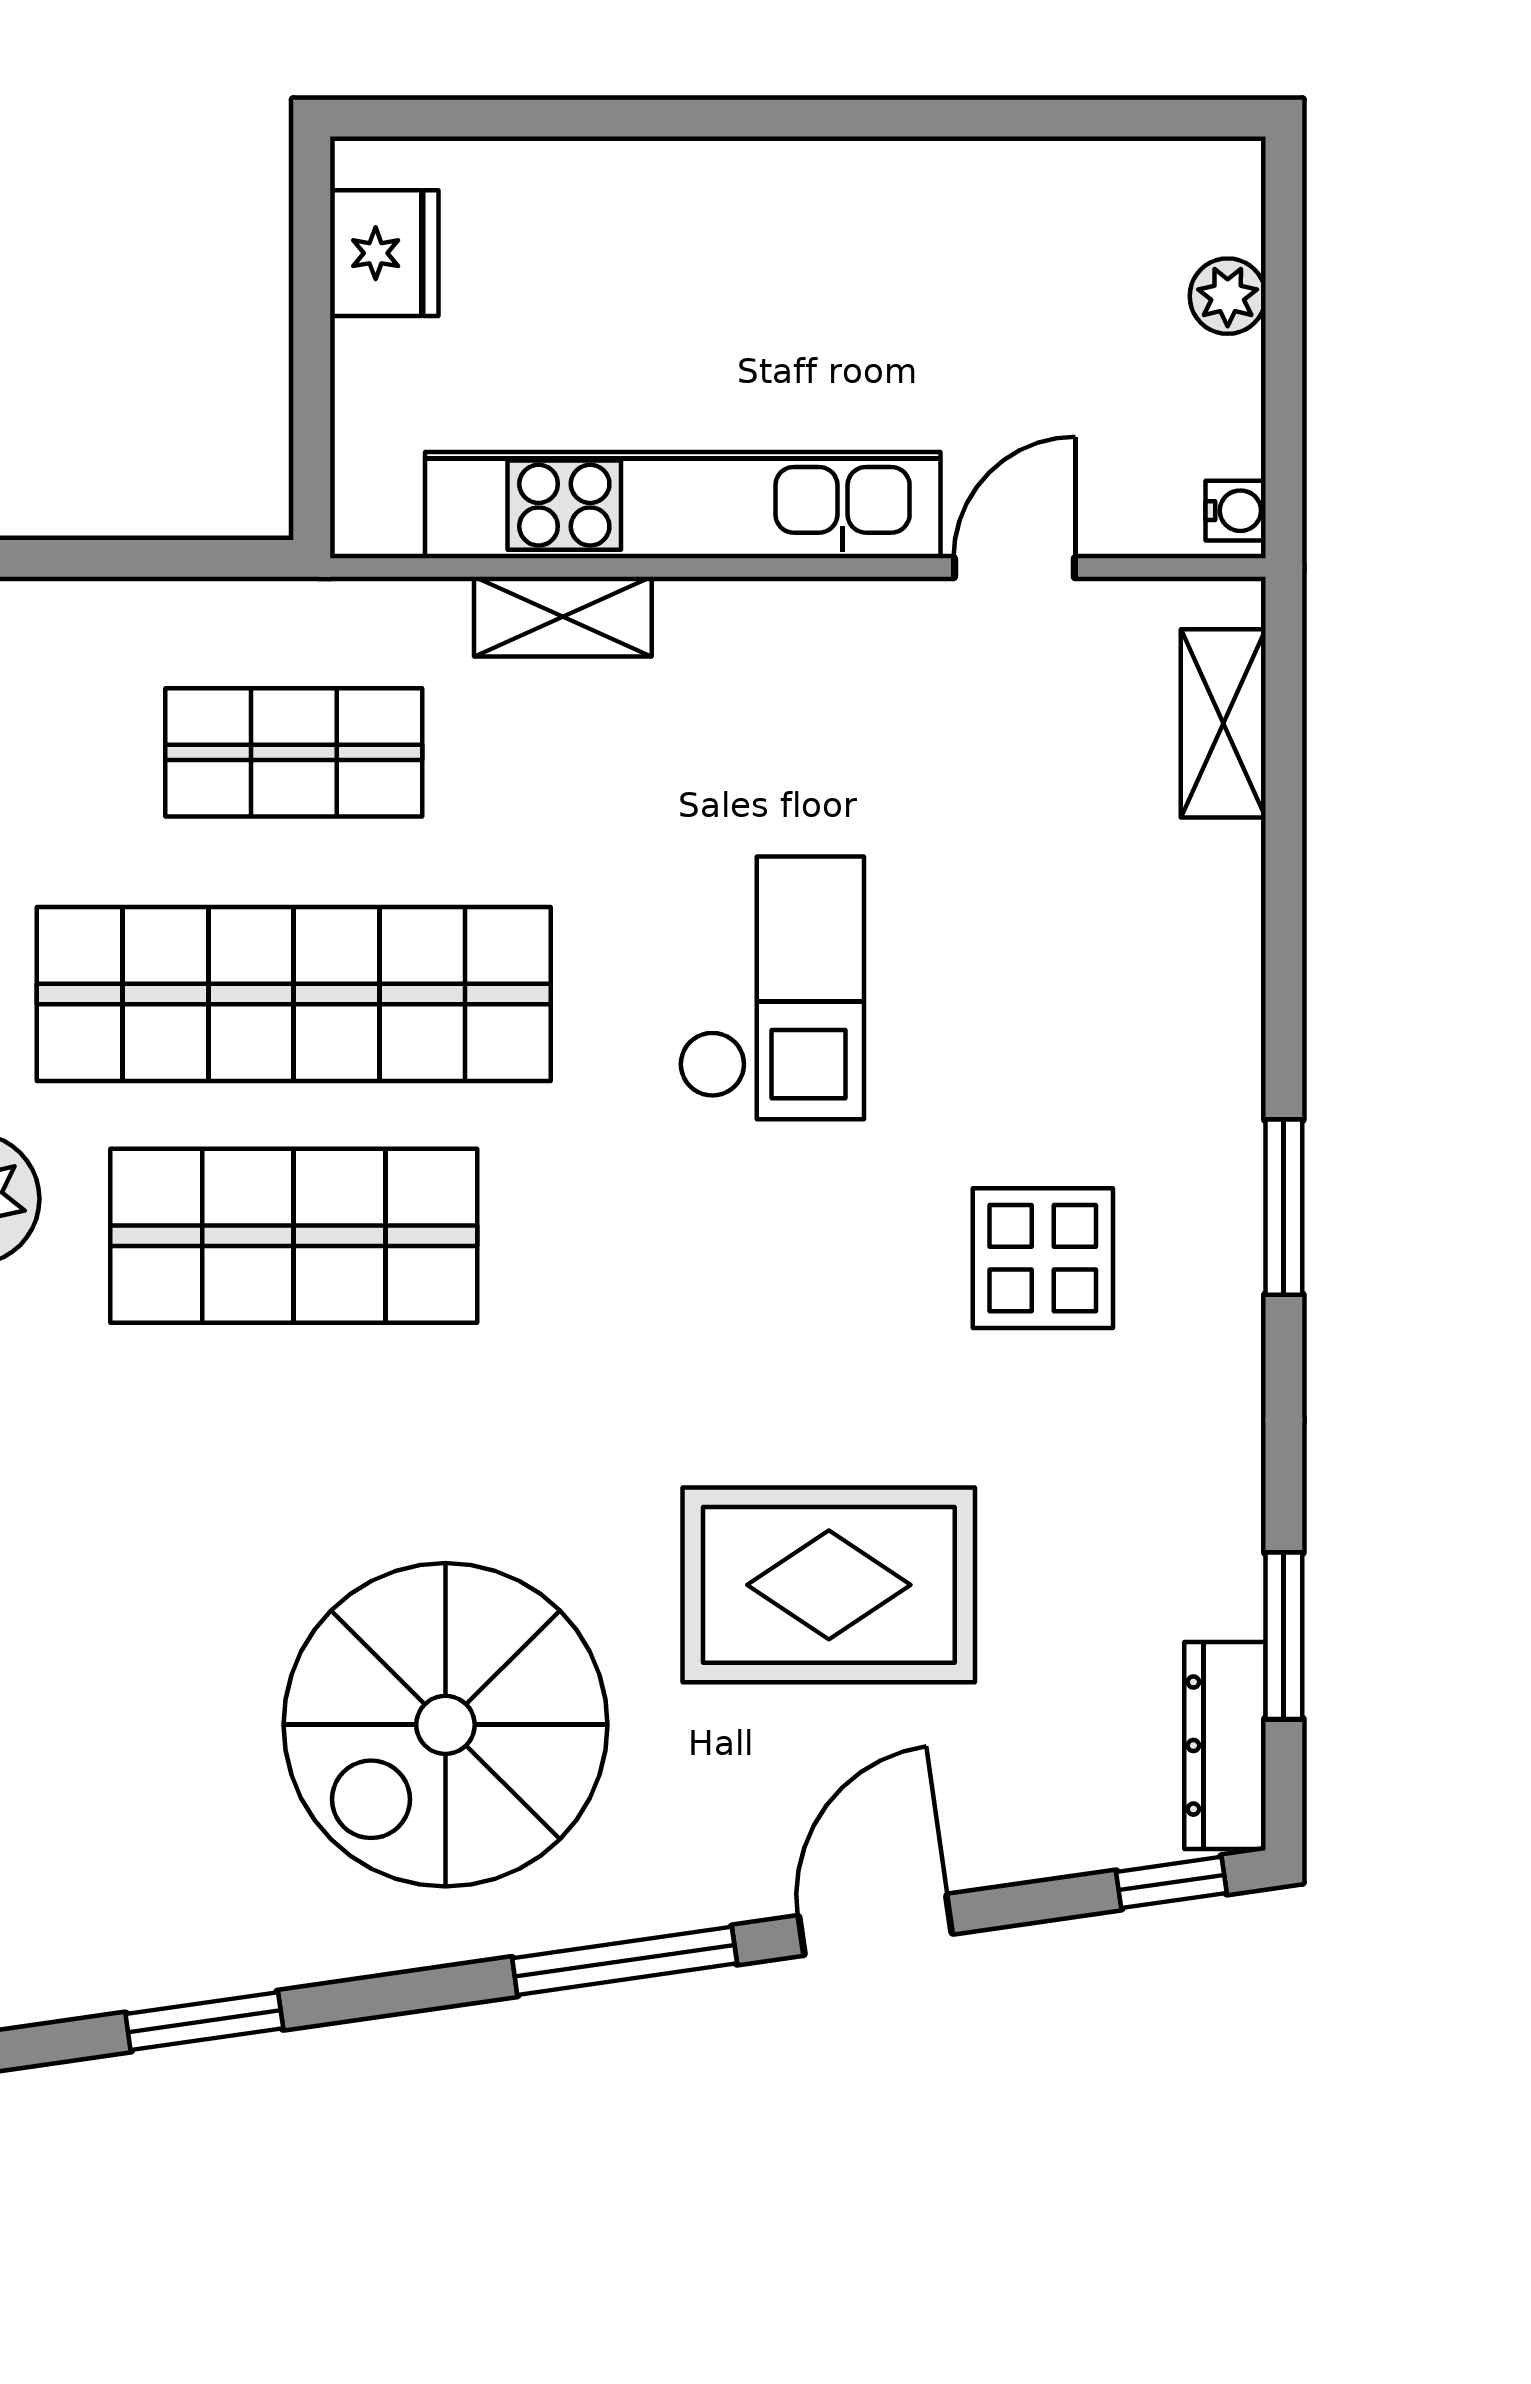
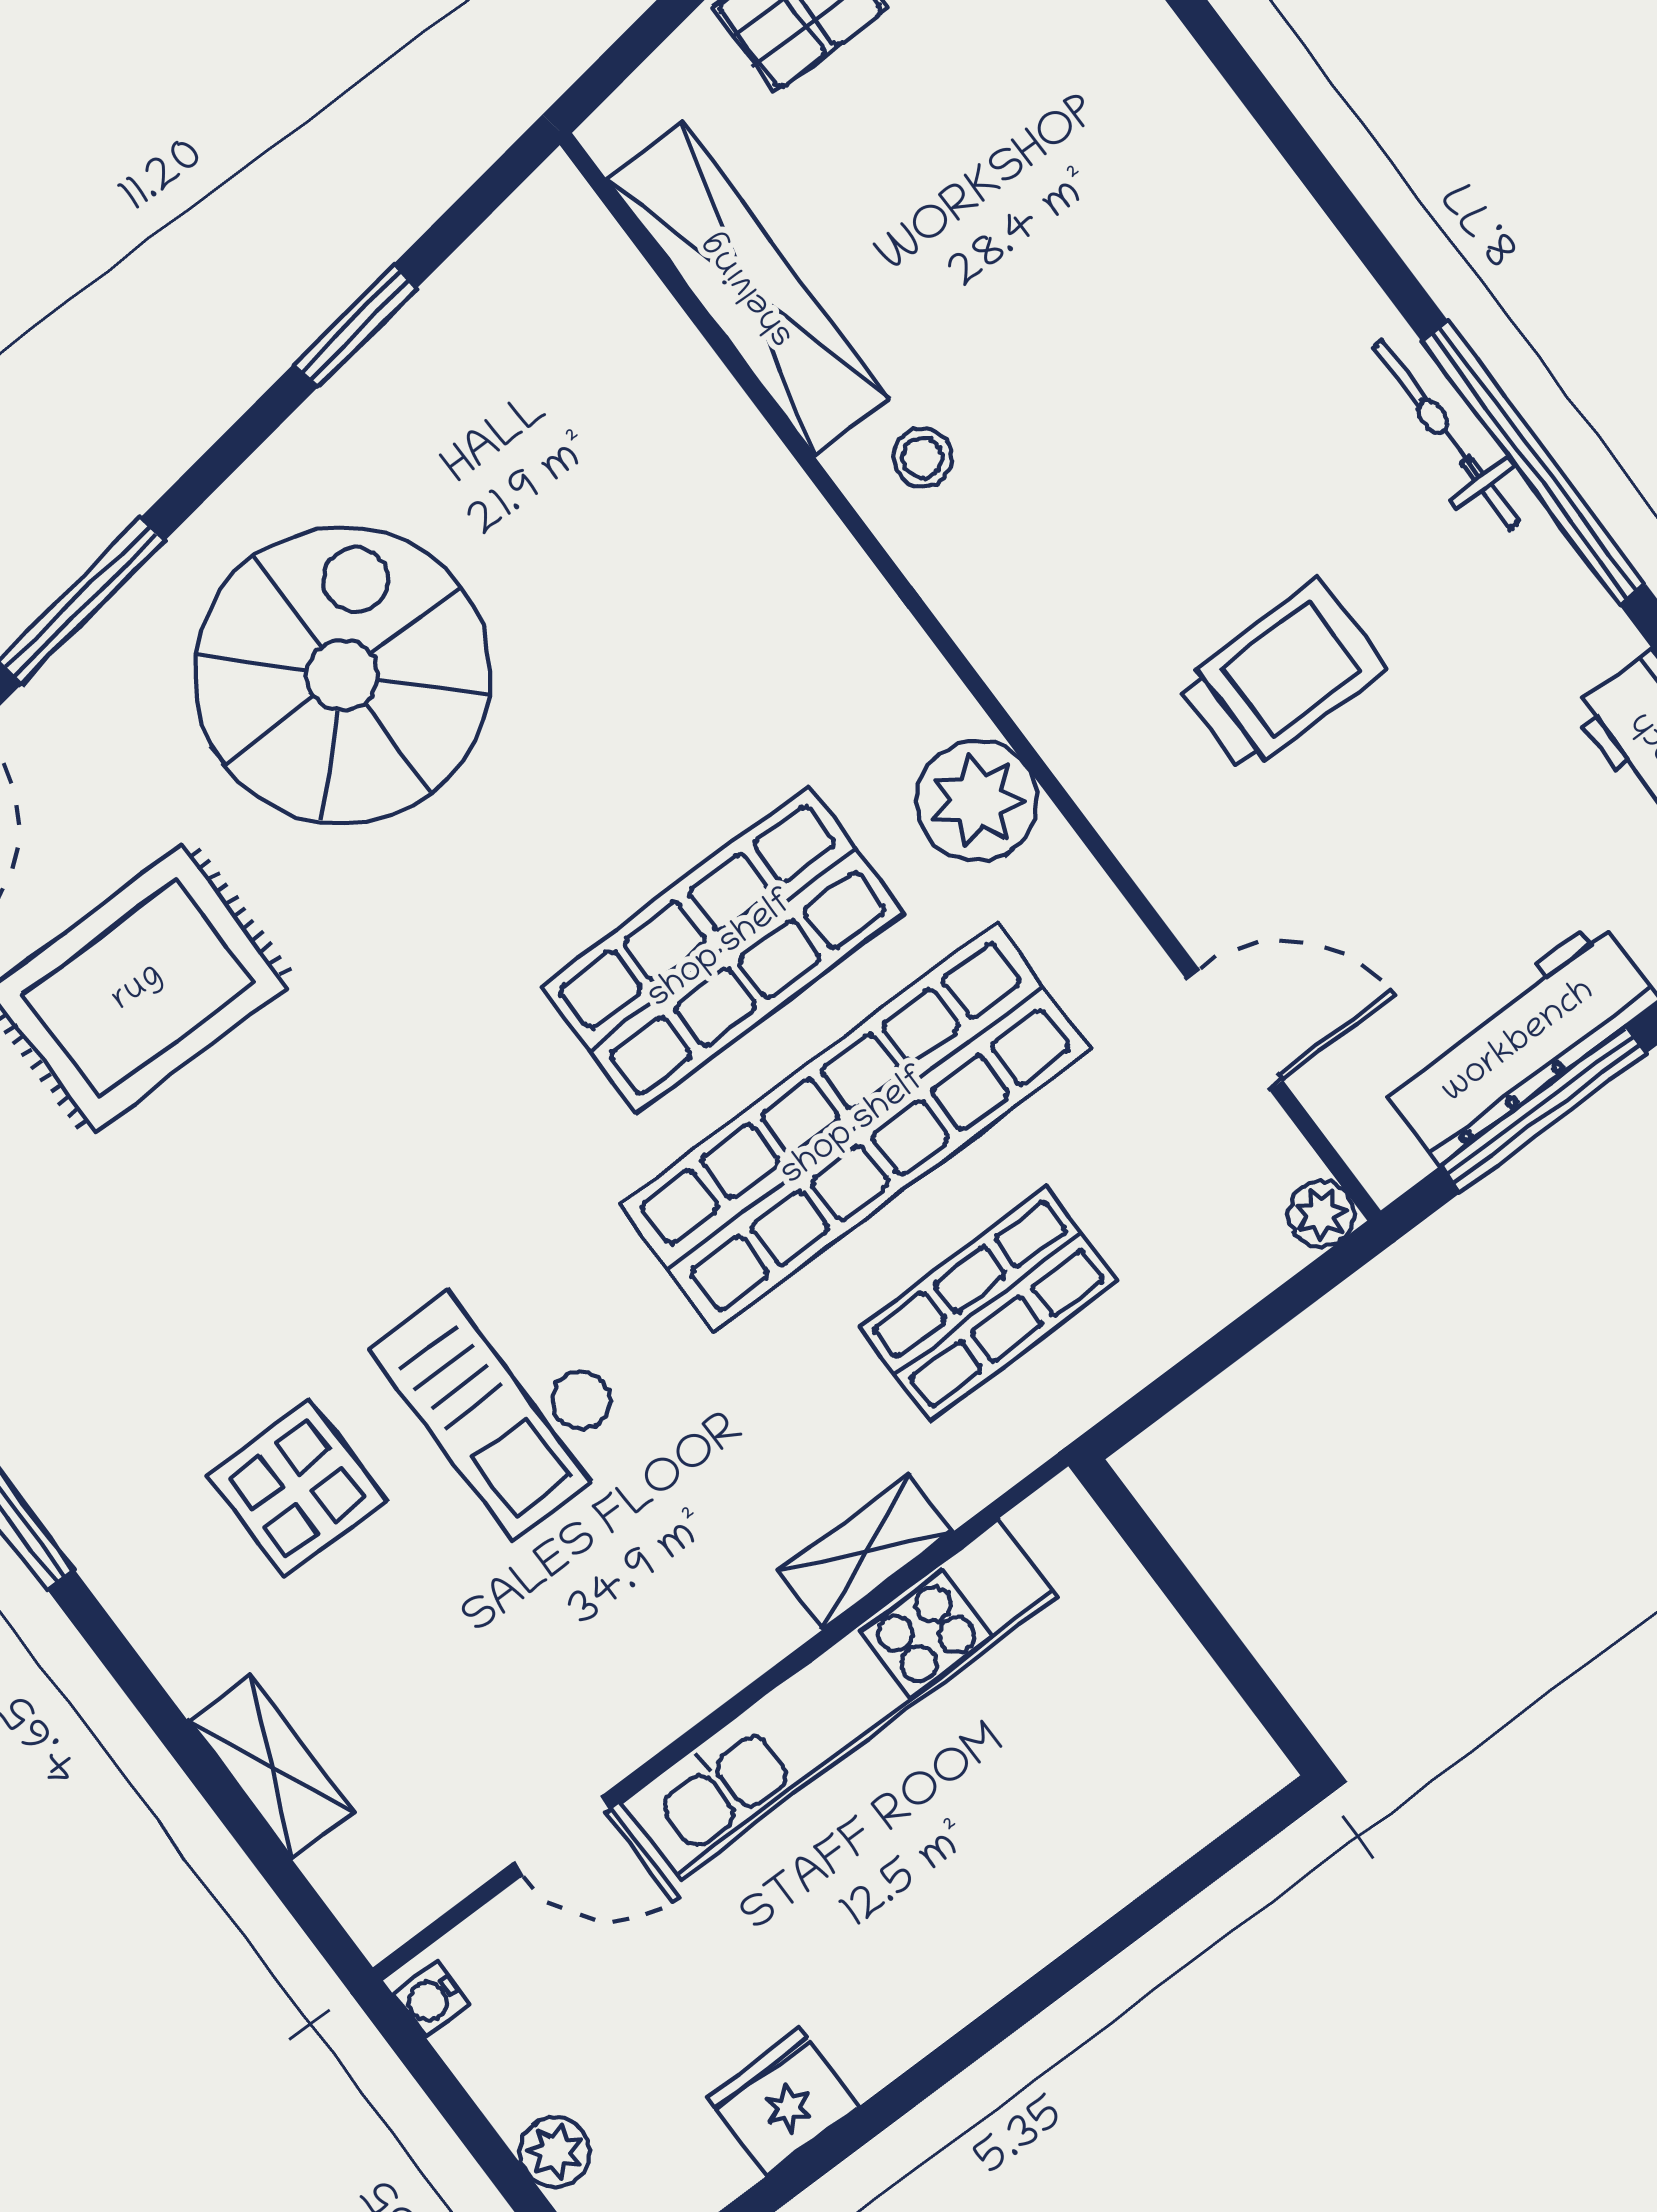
fridge: (384, 253) -> (783, 2102), moved, turned 90
door: (1014, 568) -> (562, 1836), hinge flipped
shelving: (1223, 723) -> (271, 1766), moved
display table: (1043, 1258) -> (297, 1488), moved

